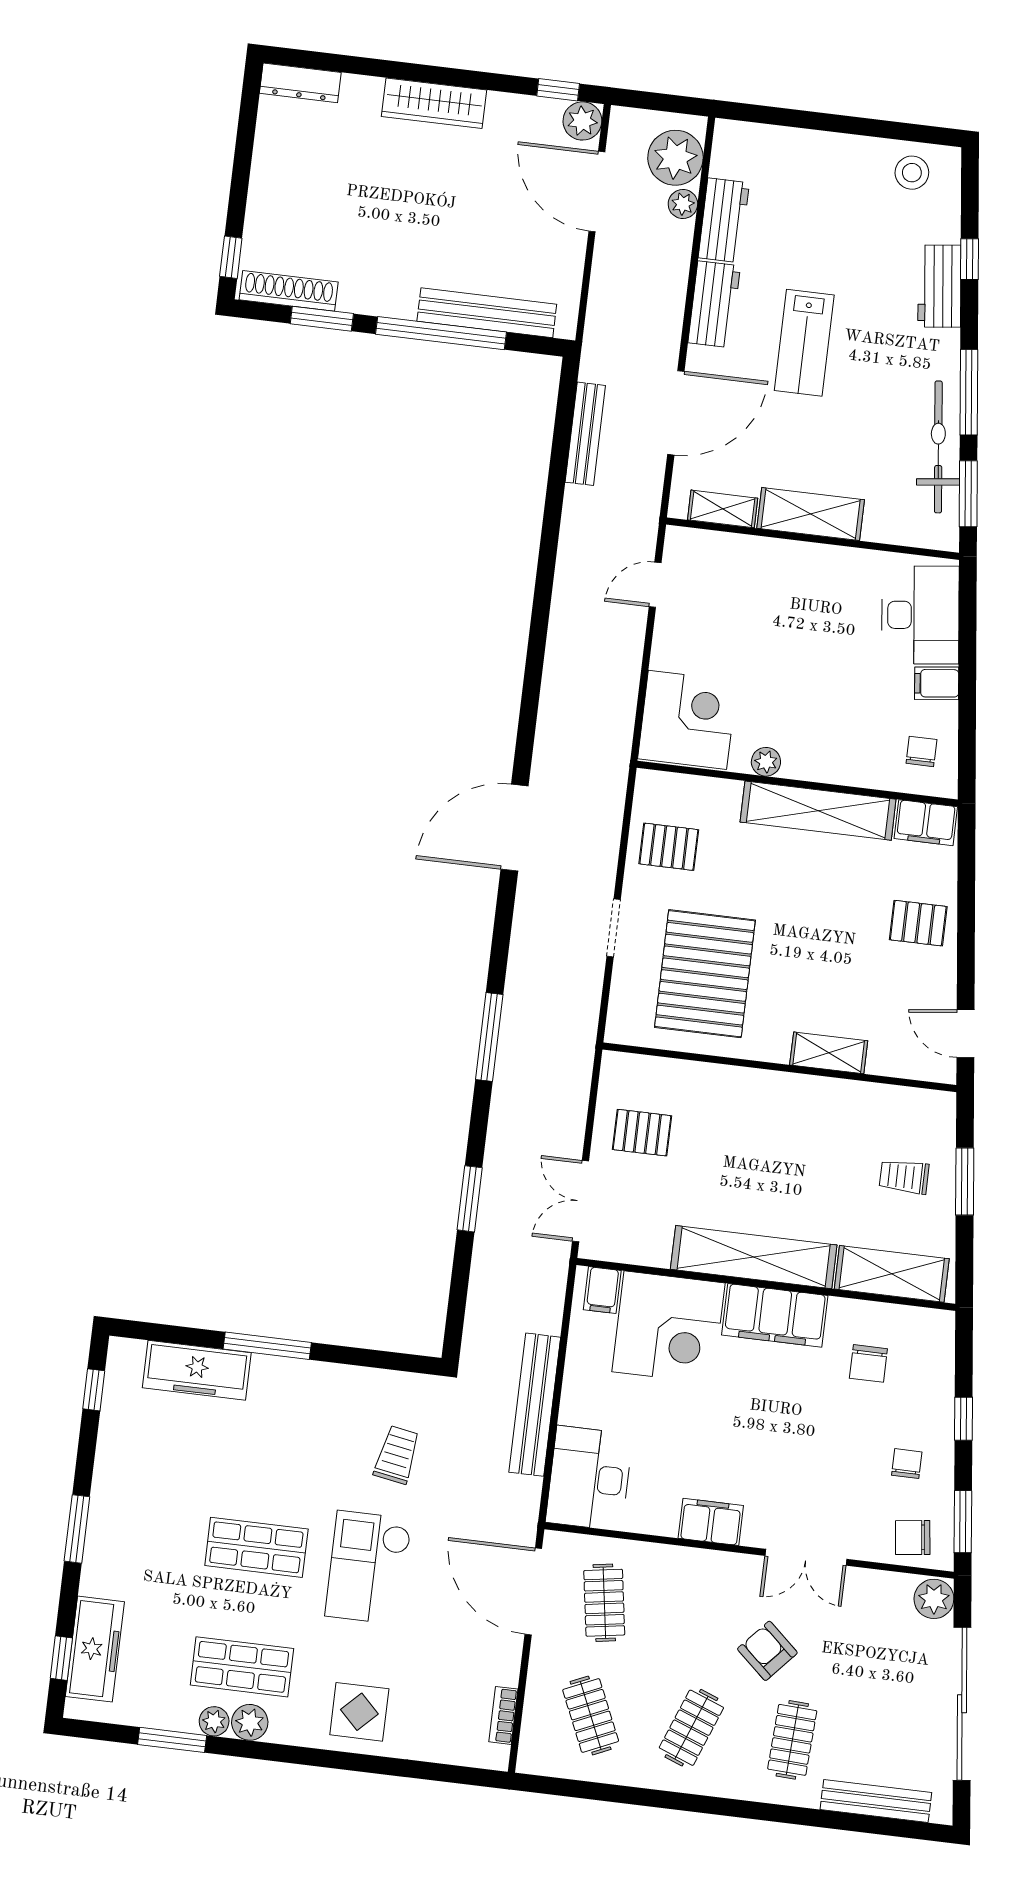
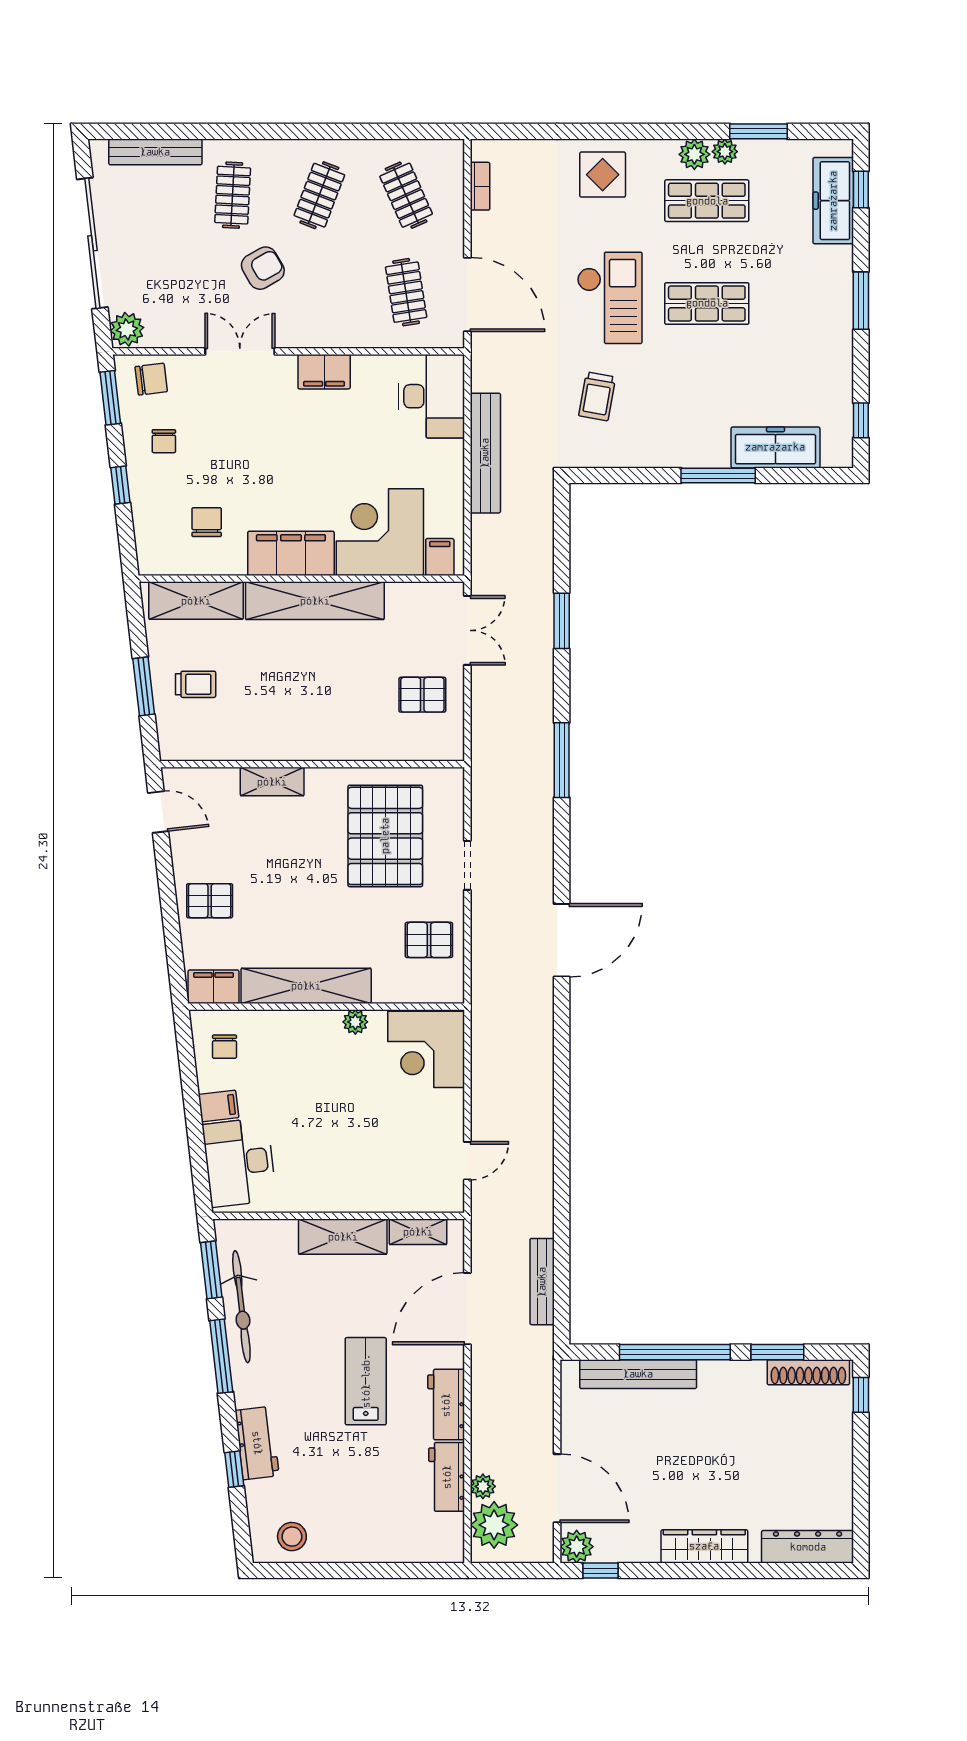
dresser: (300, 83) -> (808, 1547), width x1.37, depth x1.24
armchair: (767, 1651) -> (263, 268), turned -72

